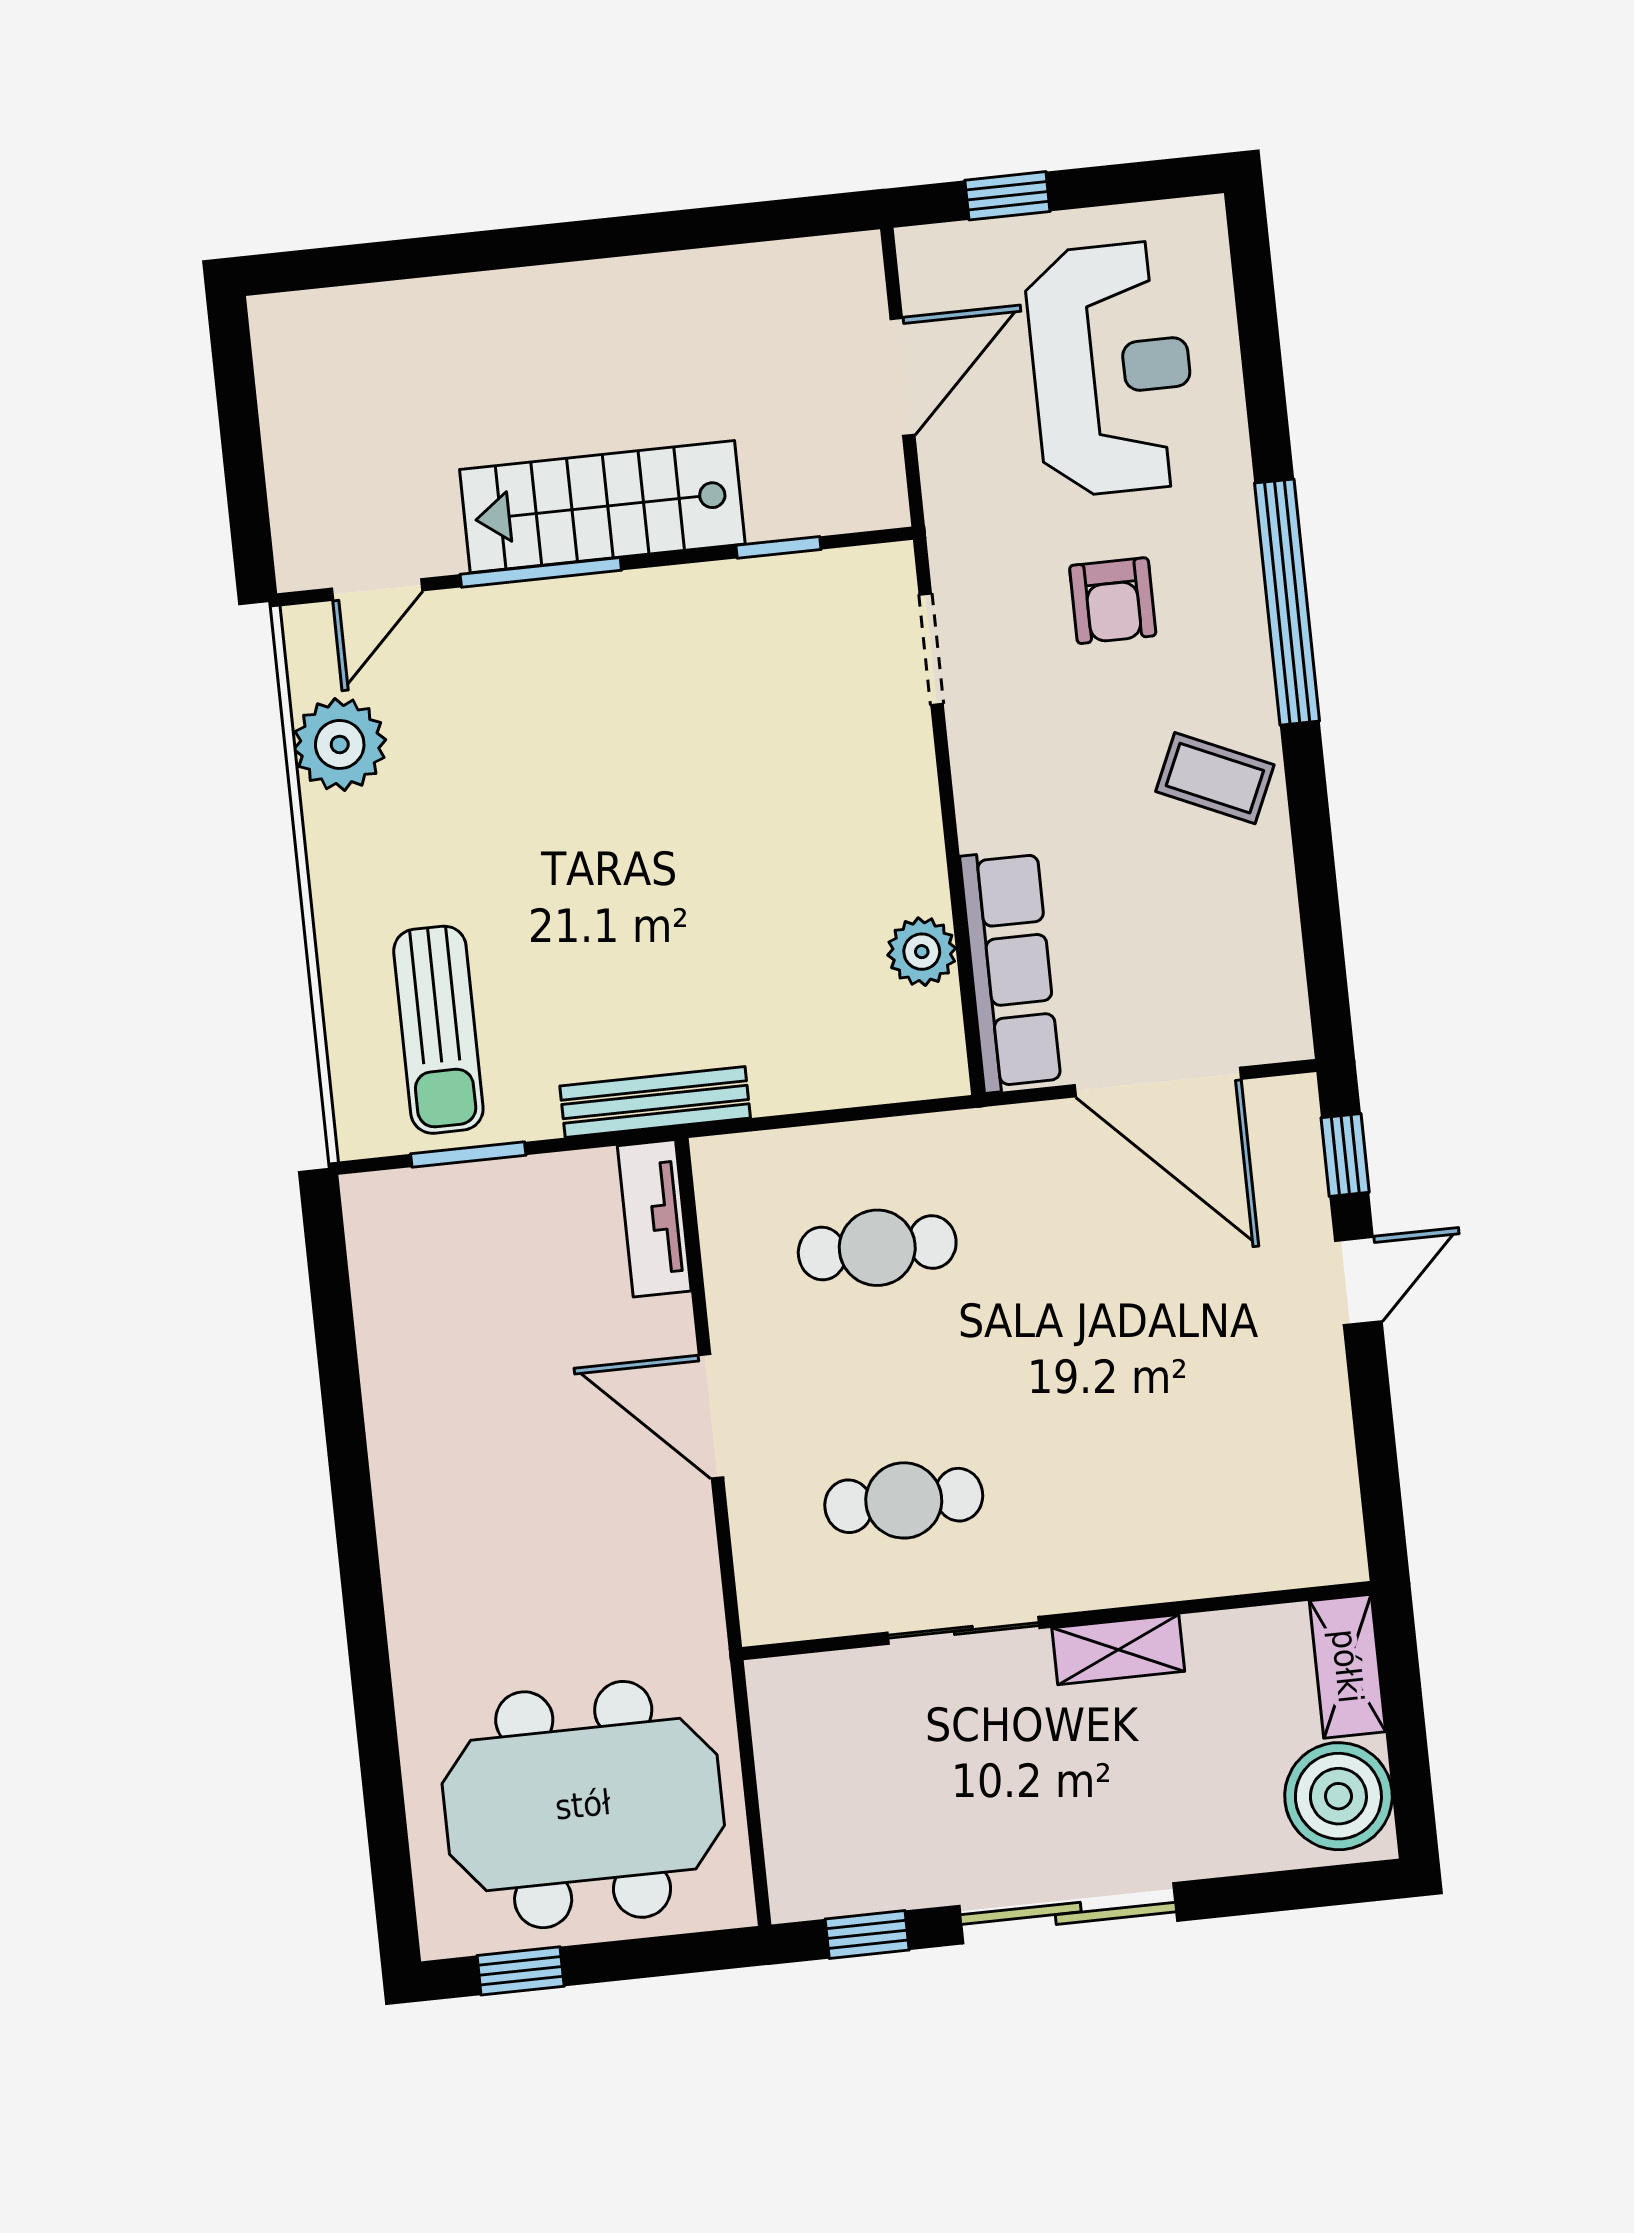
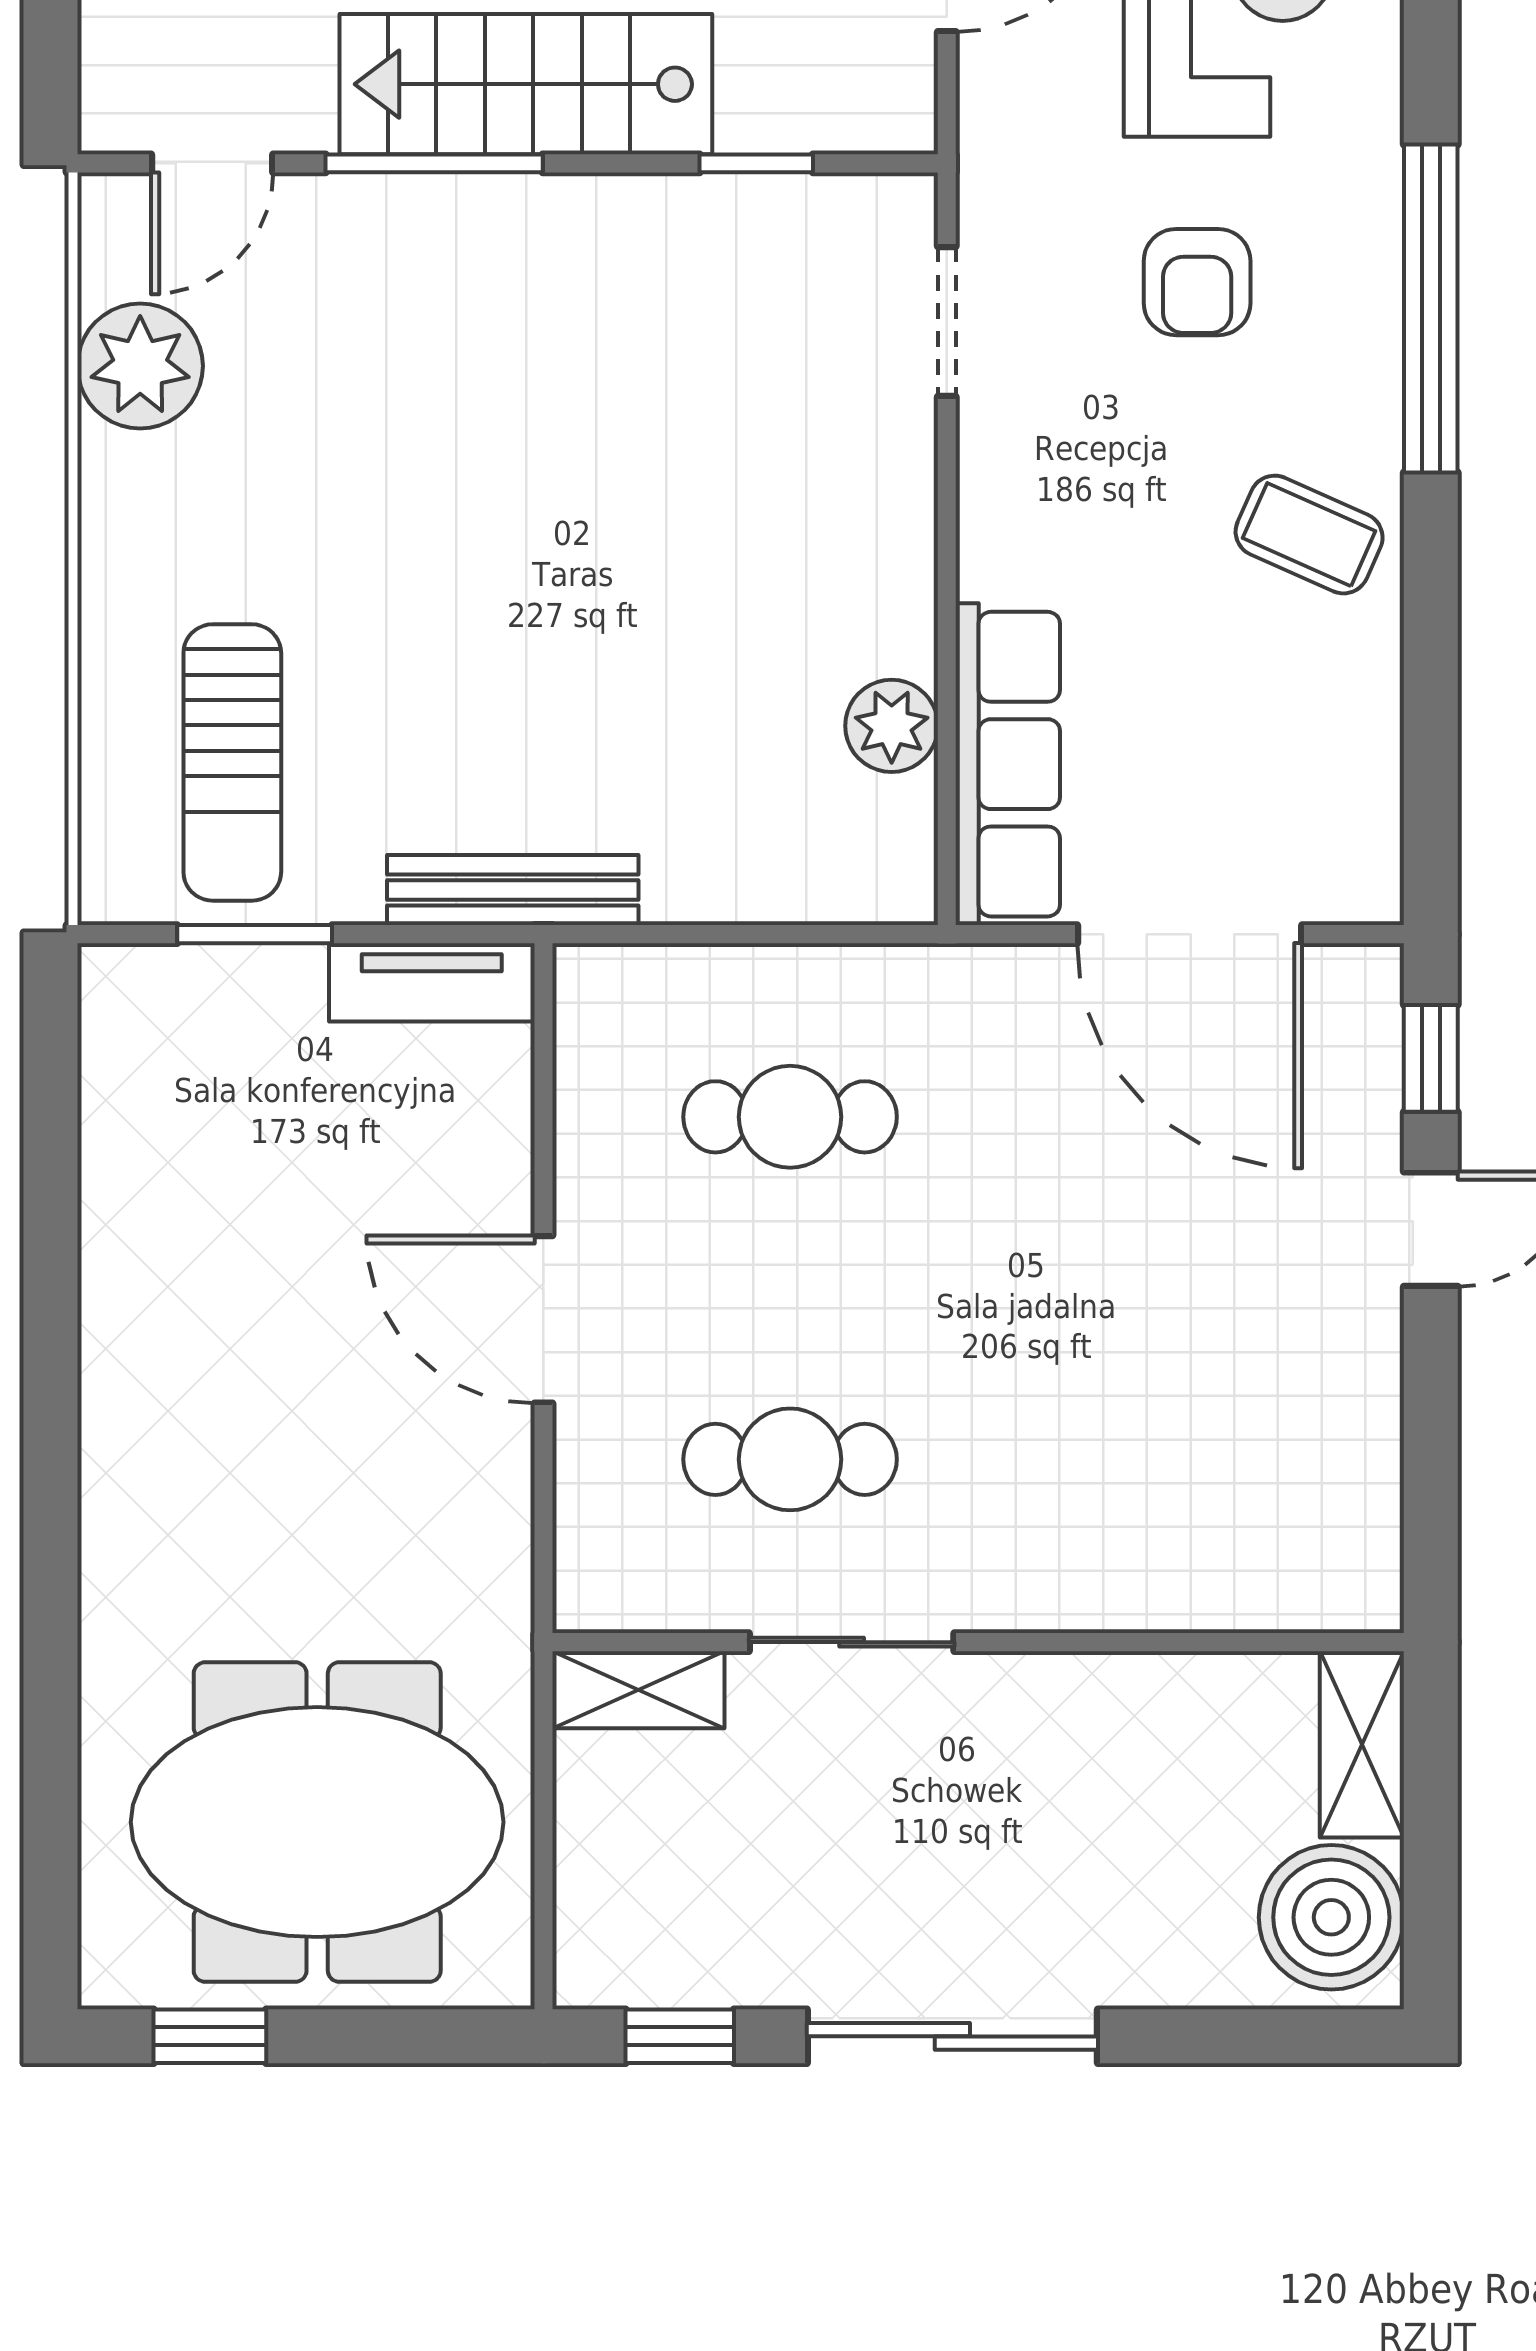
tv unit: (654, 1218) -> (432, 982), moved, turned -90
shelving: (1118, 1650) -> (638, 1690), moved

